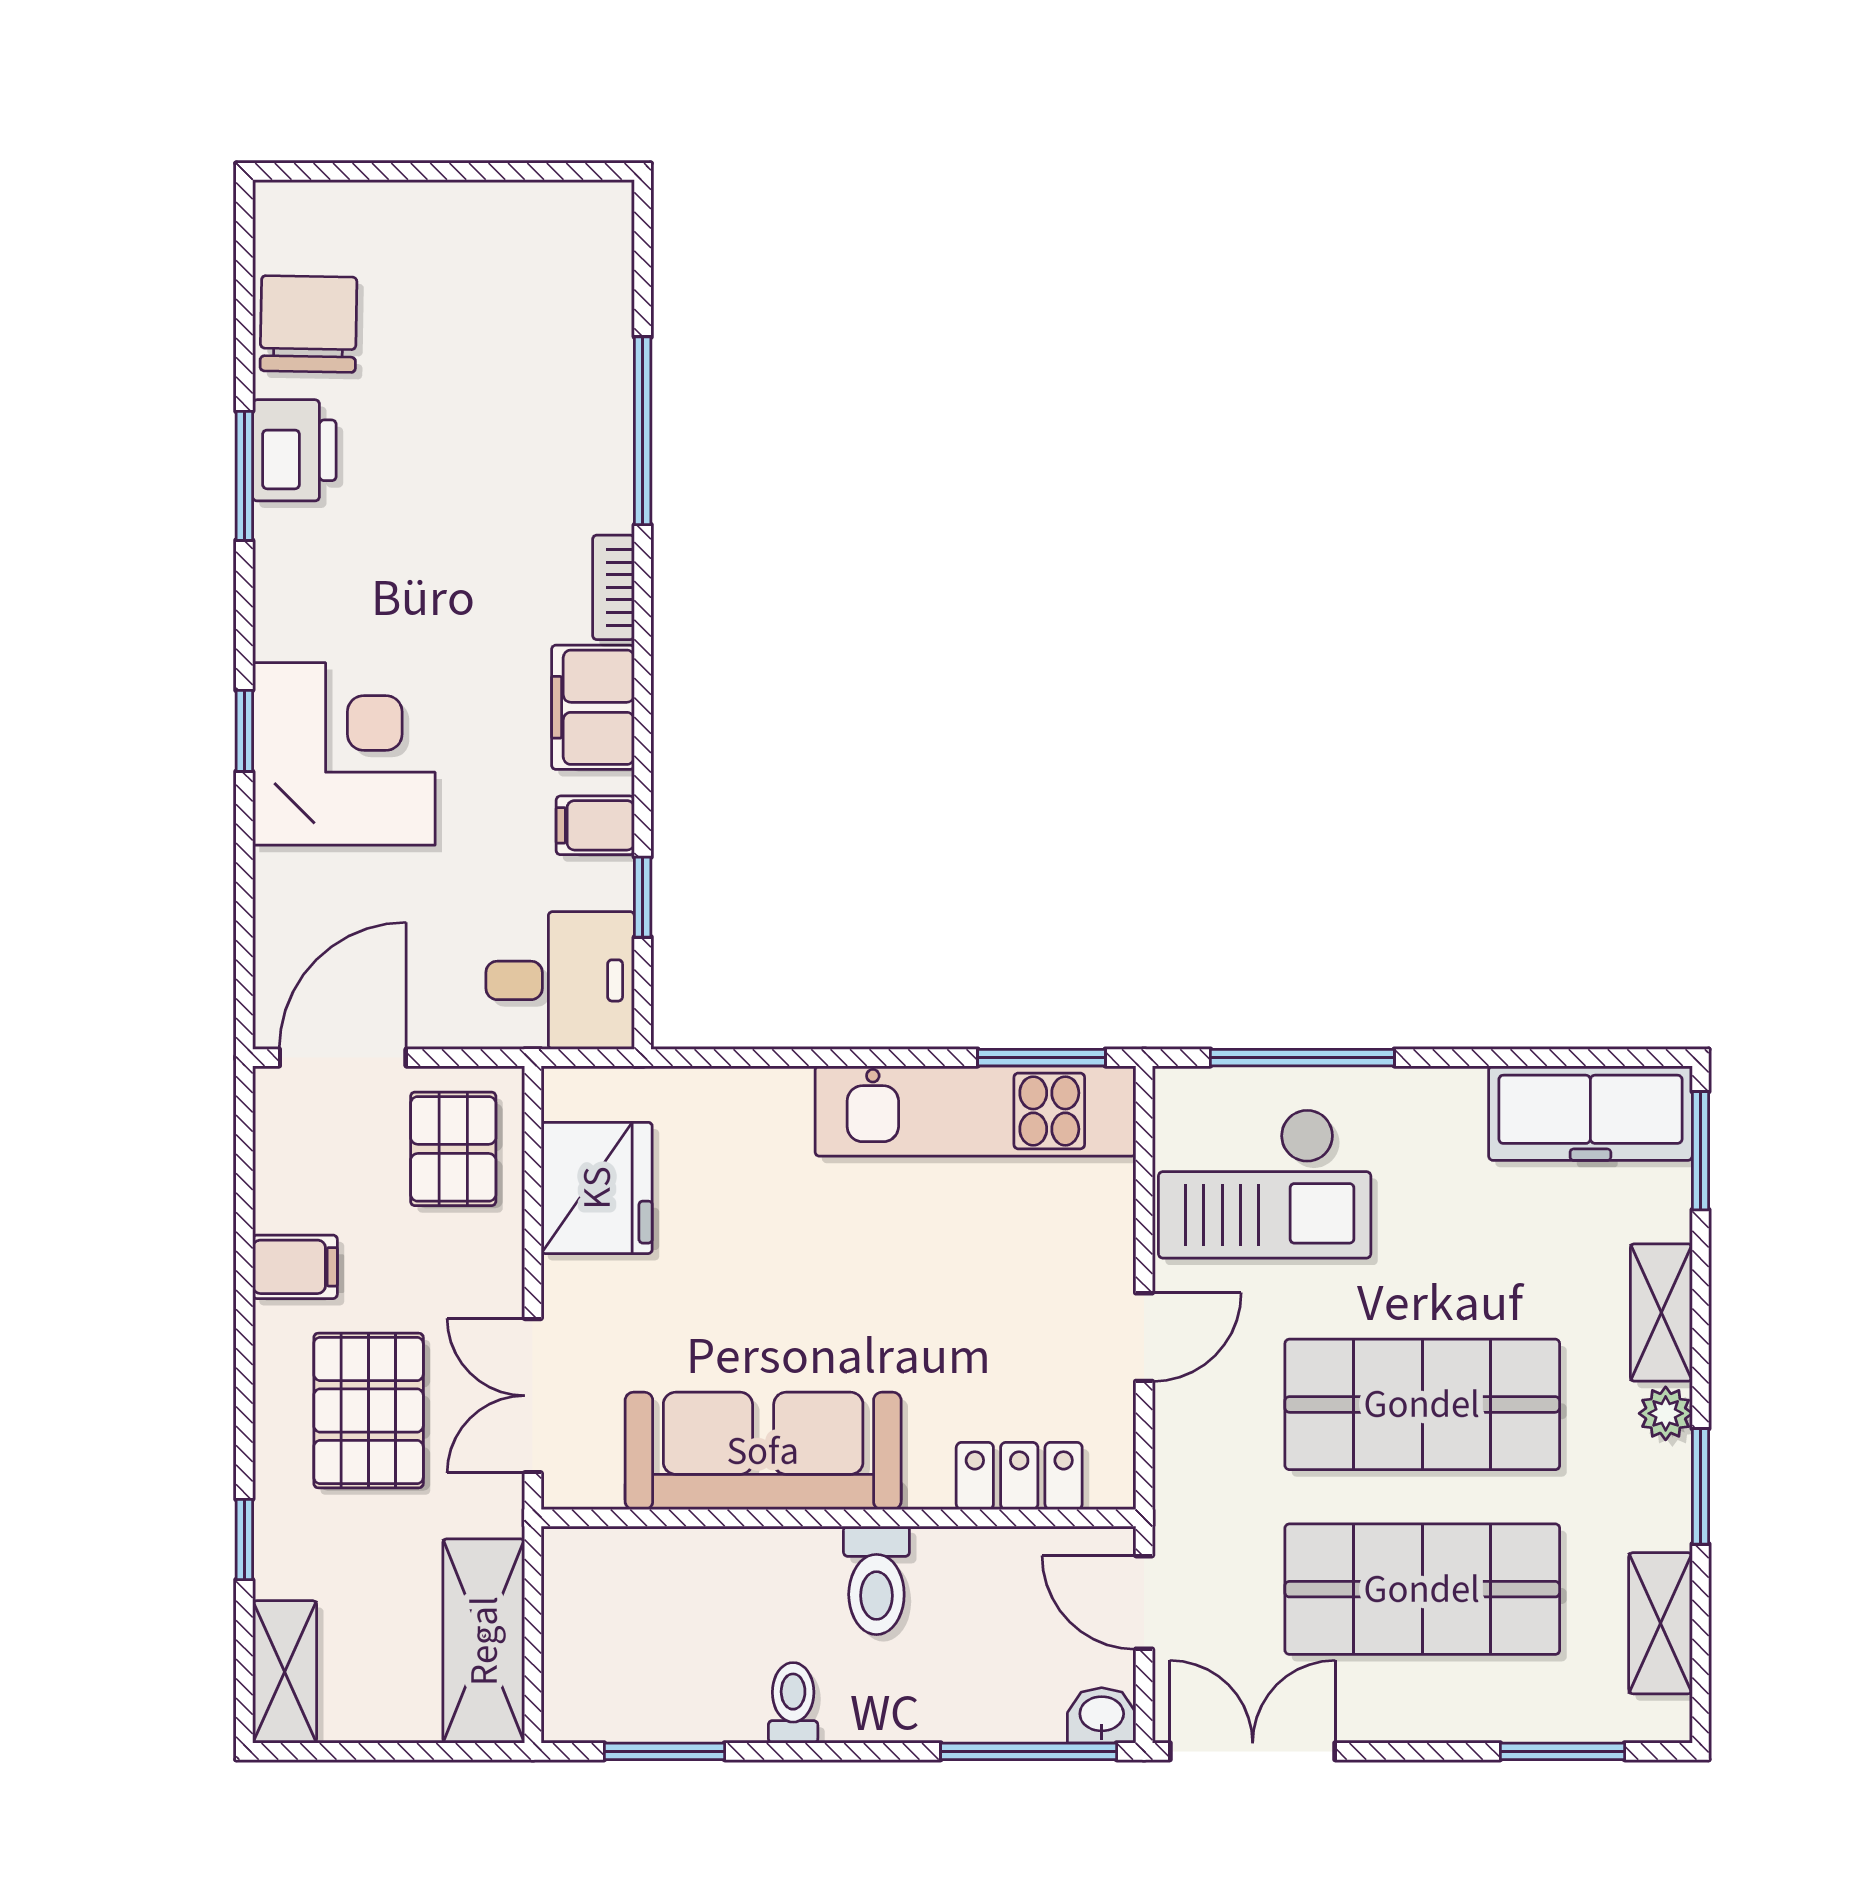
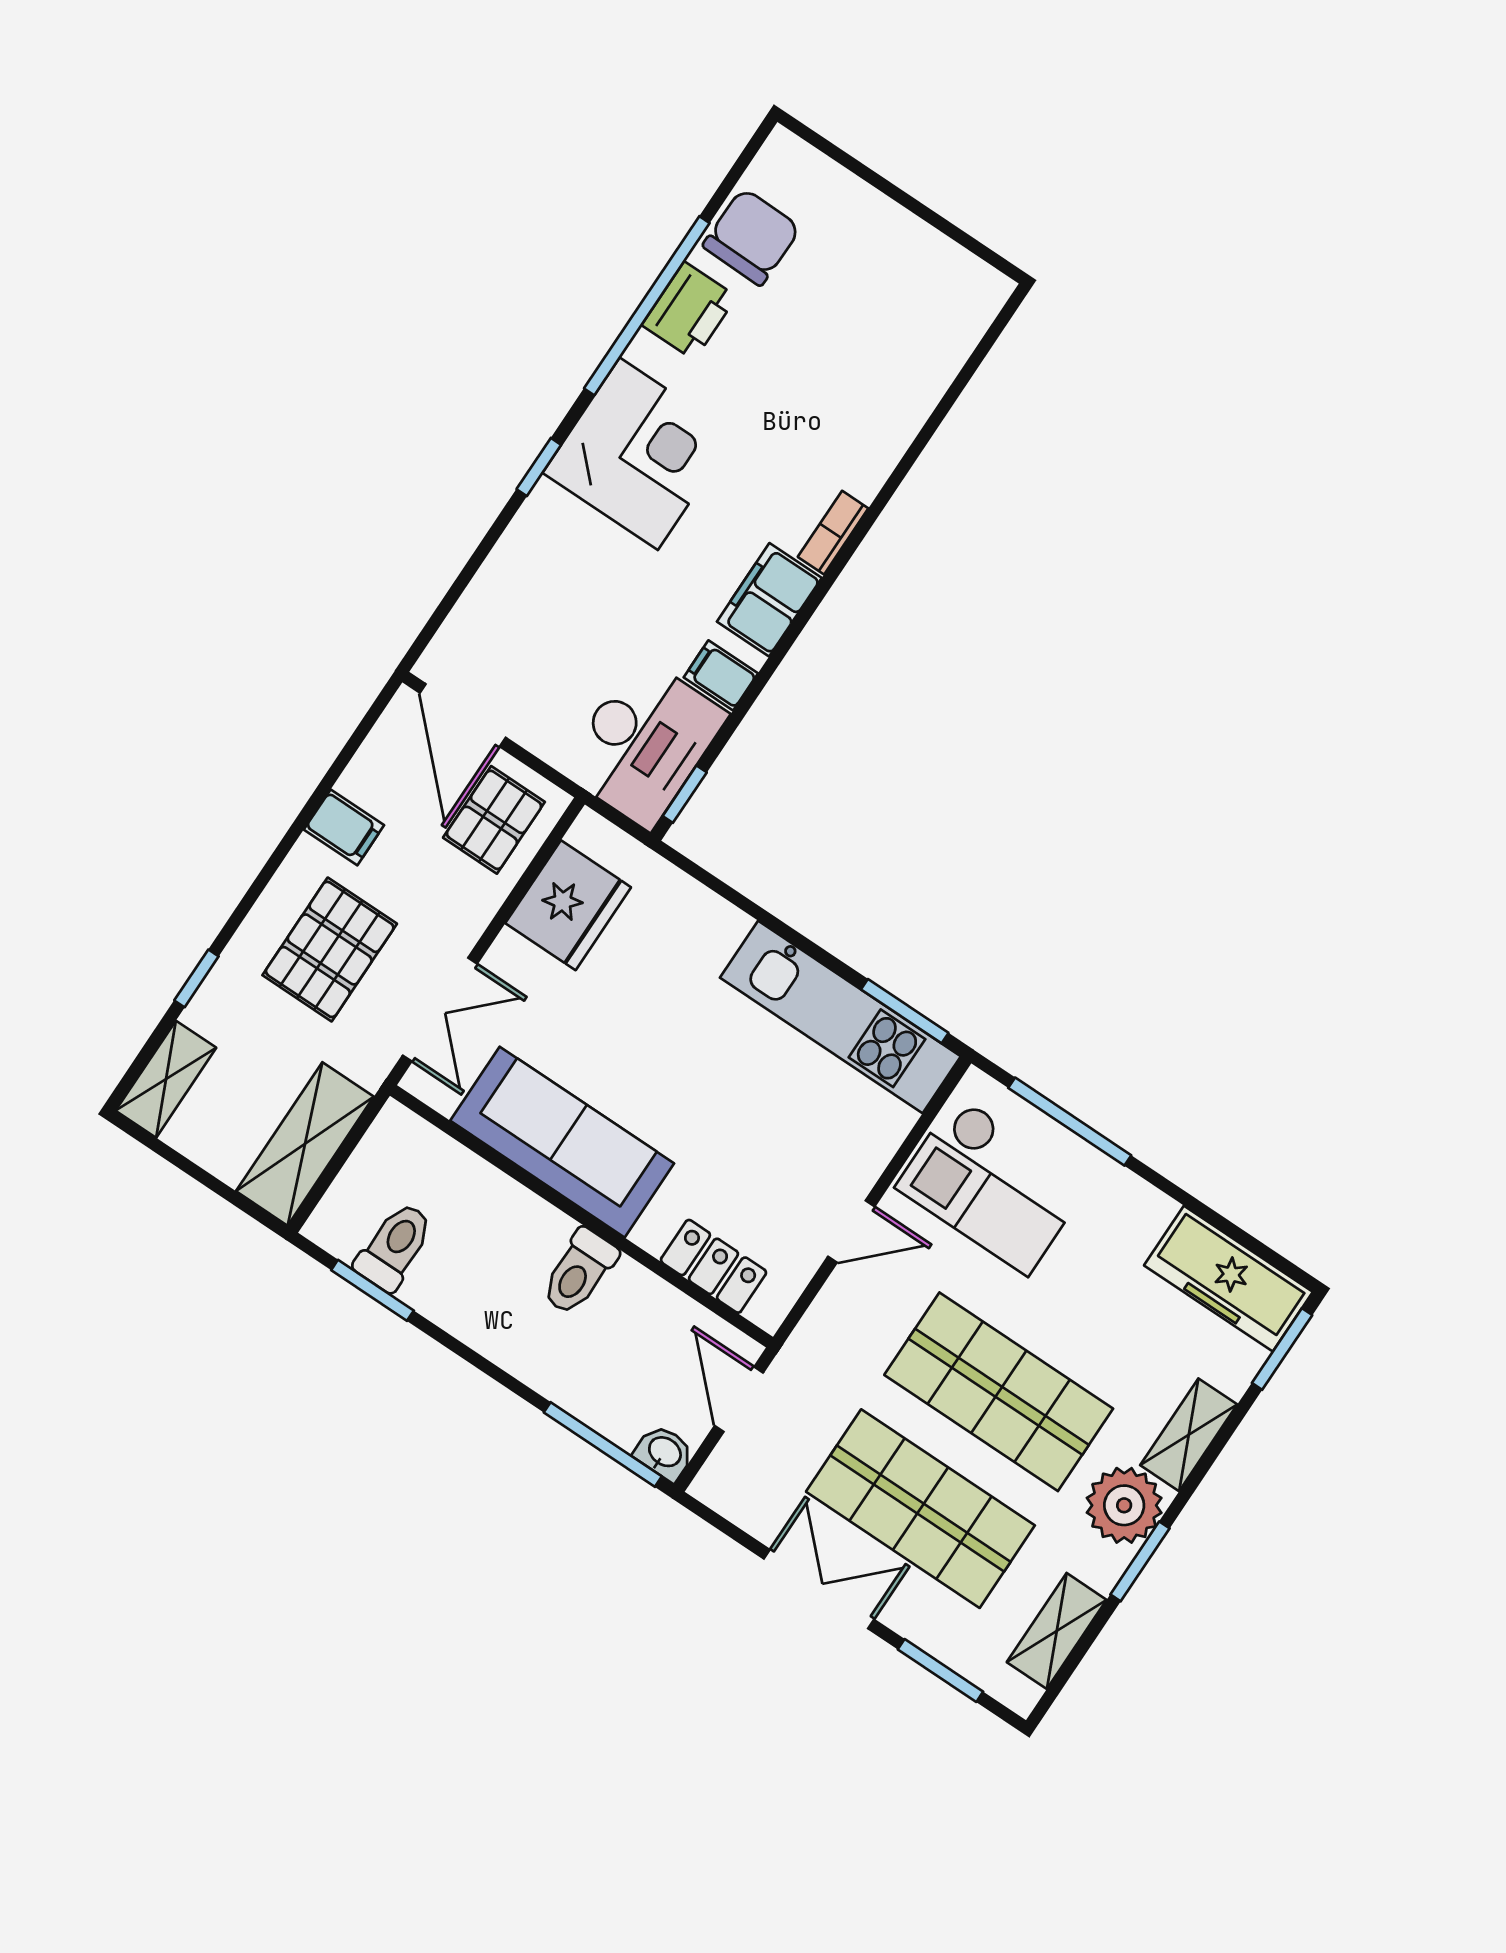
window: (643, 431) -> (918, 446), removed
window: (244, 476) -> (647, 306), width x2.11
corner desk: (344, 754) -> (639, 454), moved
window: (643, 897) -> (685, 794), moved
desk: (560, 980) -> (644, 742), width x1.37
door: (343, 1058) -> (463, 715), swing flipped
double door: (533, 1396) -> (440, 1010), swing flipped
plant: (1666, 1413) -> (1124, 1505), width x1.87, depth x1.87
toilet: (793, 1703) -> (395, 1246), moved, width x1.37, depth x1.39
double door: (1253, 1751) -> (819, 1589), moved

